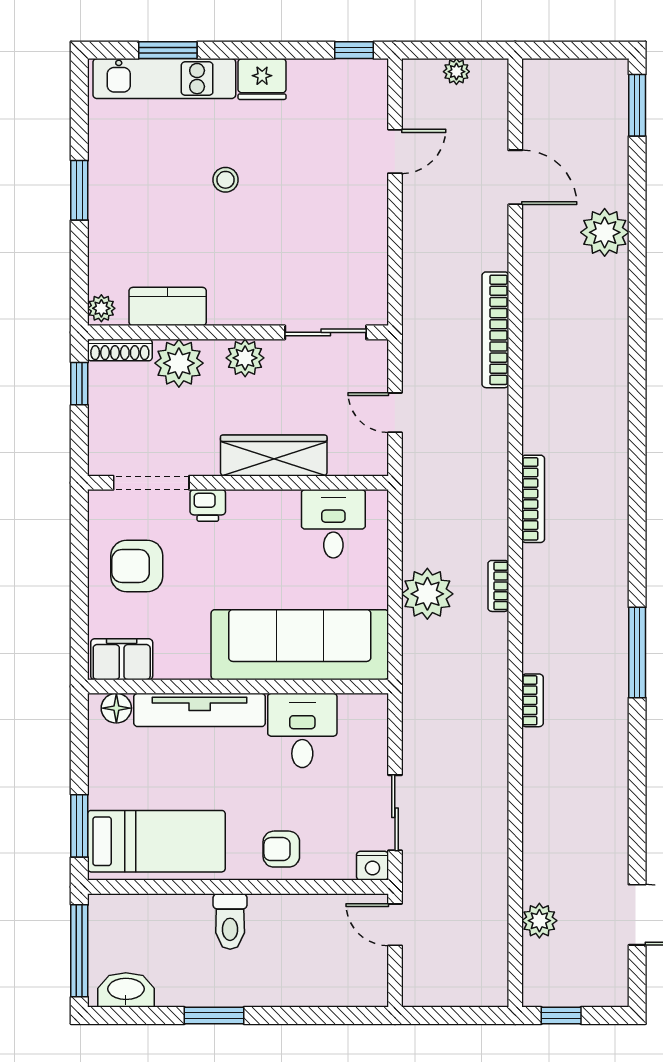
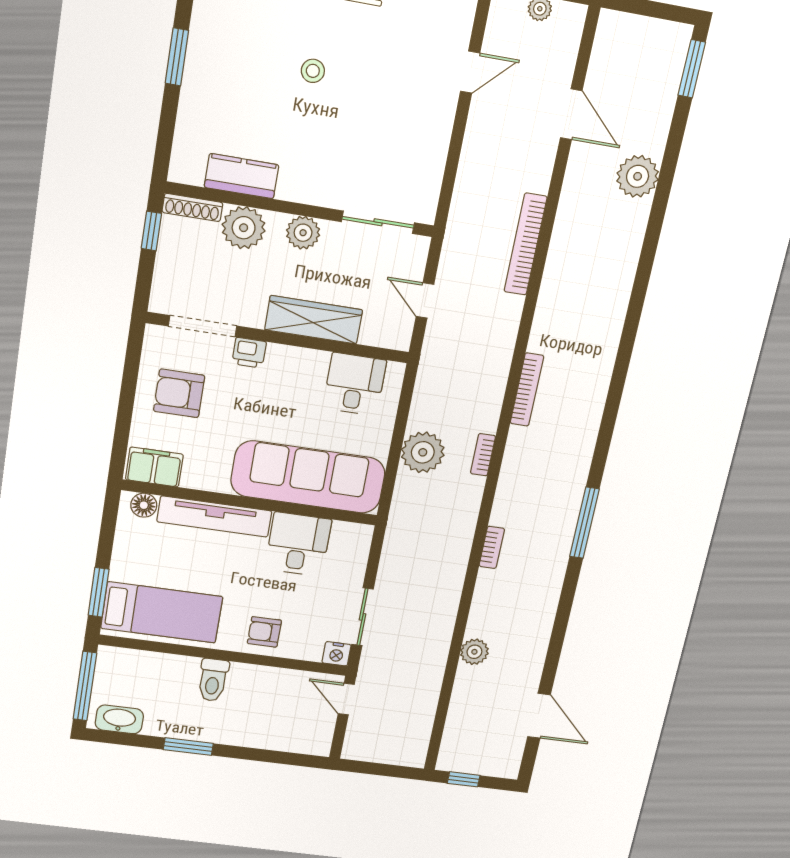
plant: (101, 308) -> (181, 168), removed
plant: (539, 921) -> (474, 652), moved

